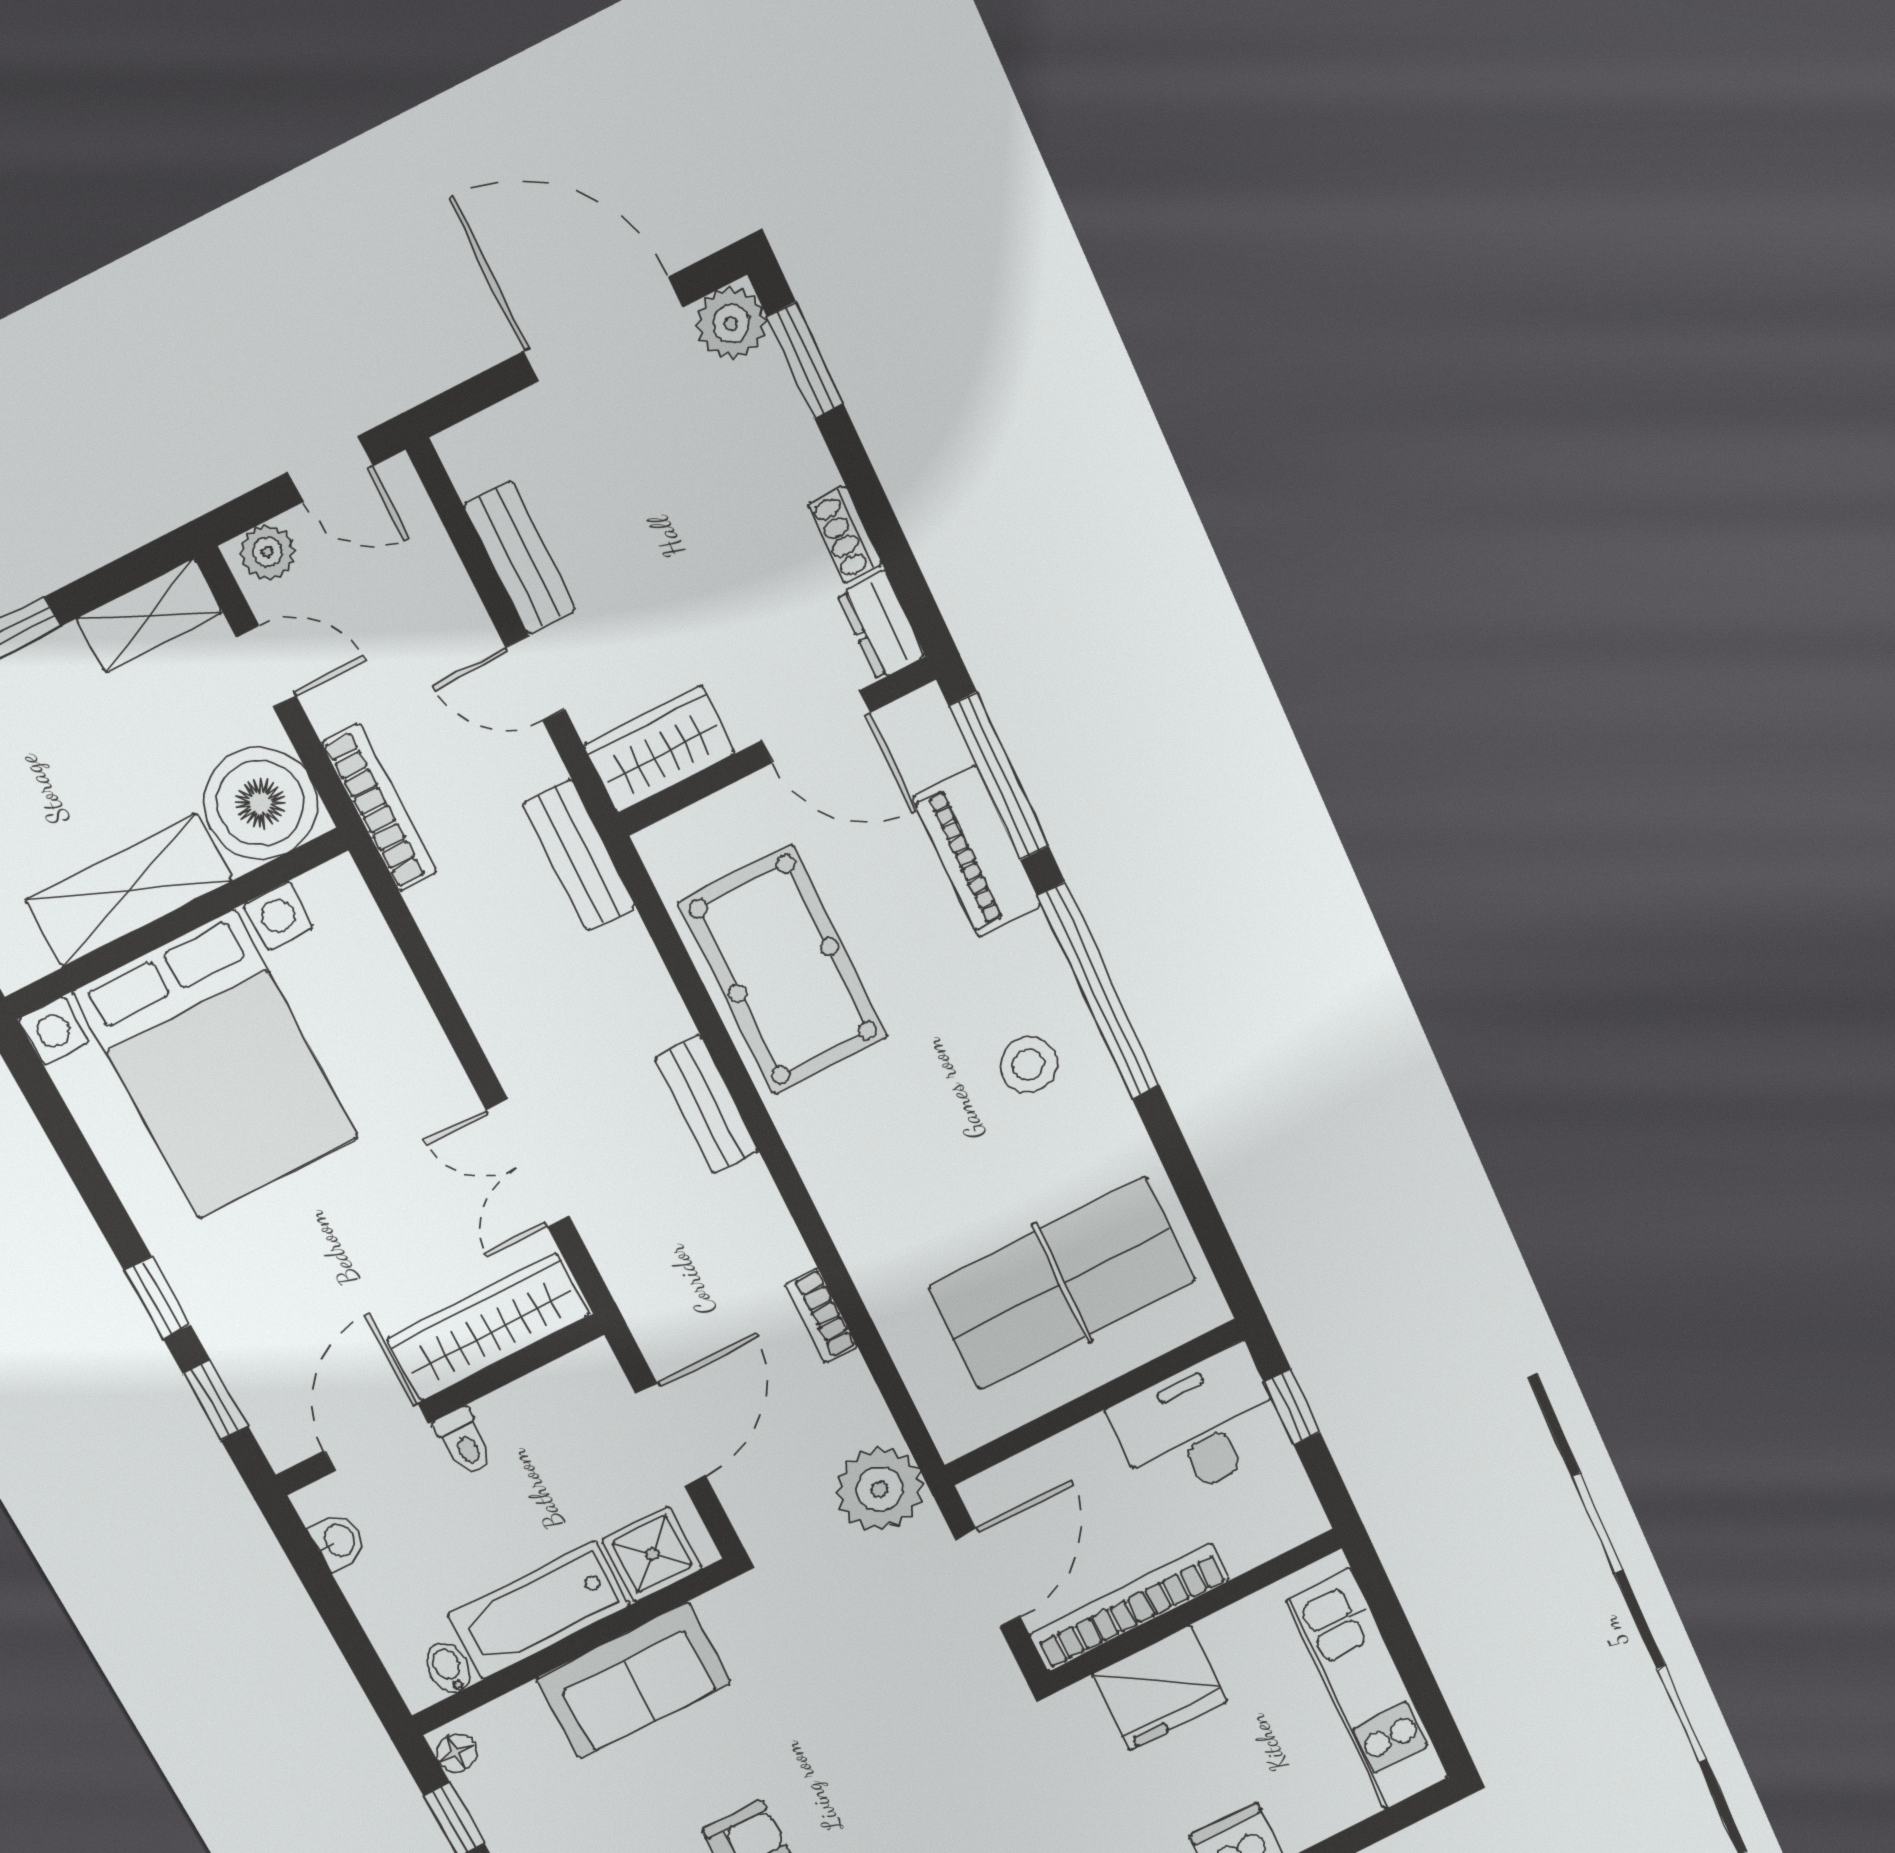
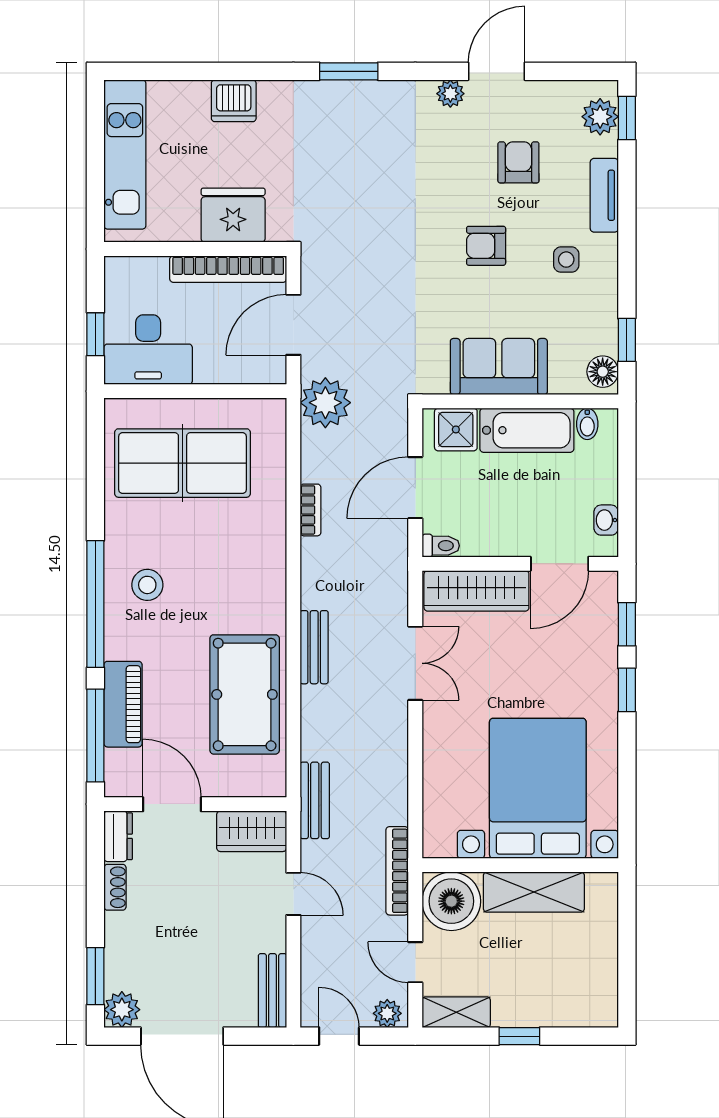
bench: (520, 558) -> (273, 991), moved
toilet: (464, 1442) -> (441, 546), moved, turned 90
floor lamp: (456, 1753) -> (603, 372), width x1.37, depth x1.37

